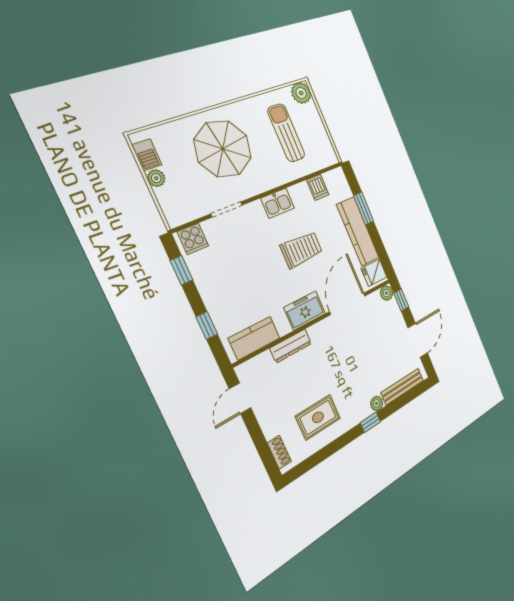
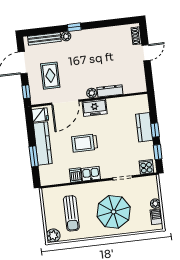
dishwasher: (318, 187) -> (75, 175), moved
plant: (387, 293) -> (92, 93), moved
window: (207, 325) -> (155, 130), moved
kitchen counter: (254, 338) -> (144, 127), moved, turned 90
door: (240, 398) -> (146, 53), moved
rug: (318, 417) -> (50, 76), moved, turned 90

